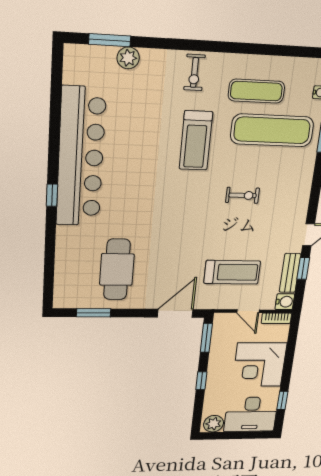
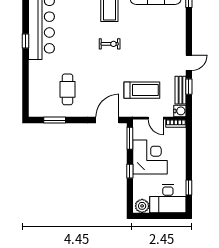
exercise bike: (243, 195) -> (110, 44), moved
cafe table: (117, 270) -> (68, 89), width x0.73, depth x0.74
corner desk: (259, 365) -> (150, 157), moved, turned 180

